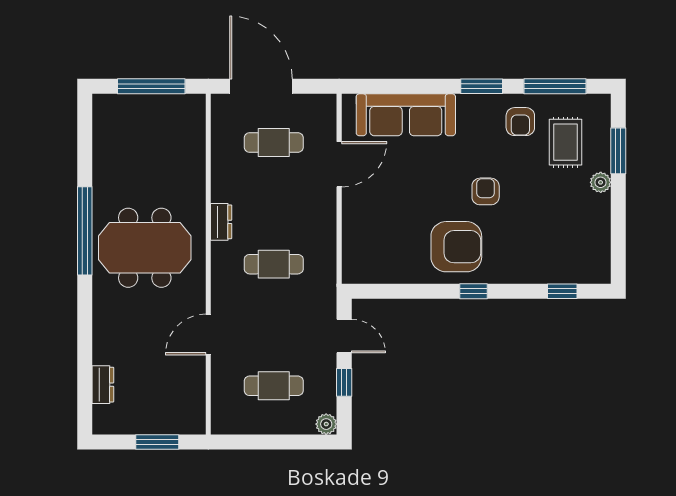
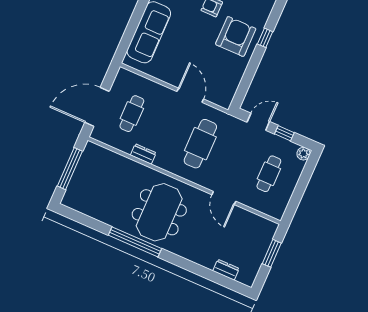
door: (339, 164) -> (190, 95), moved
dresser: (221, 222) -> (143, 154), moved
cafe table: (274, 264) -> (200, 144), width x1.37, depth x1.35

